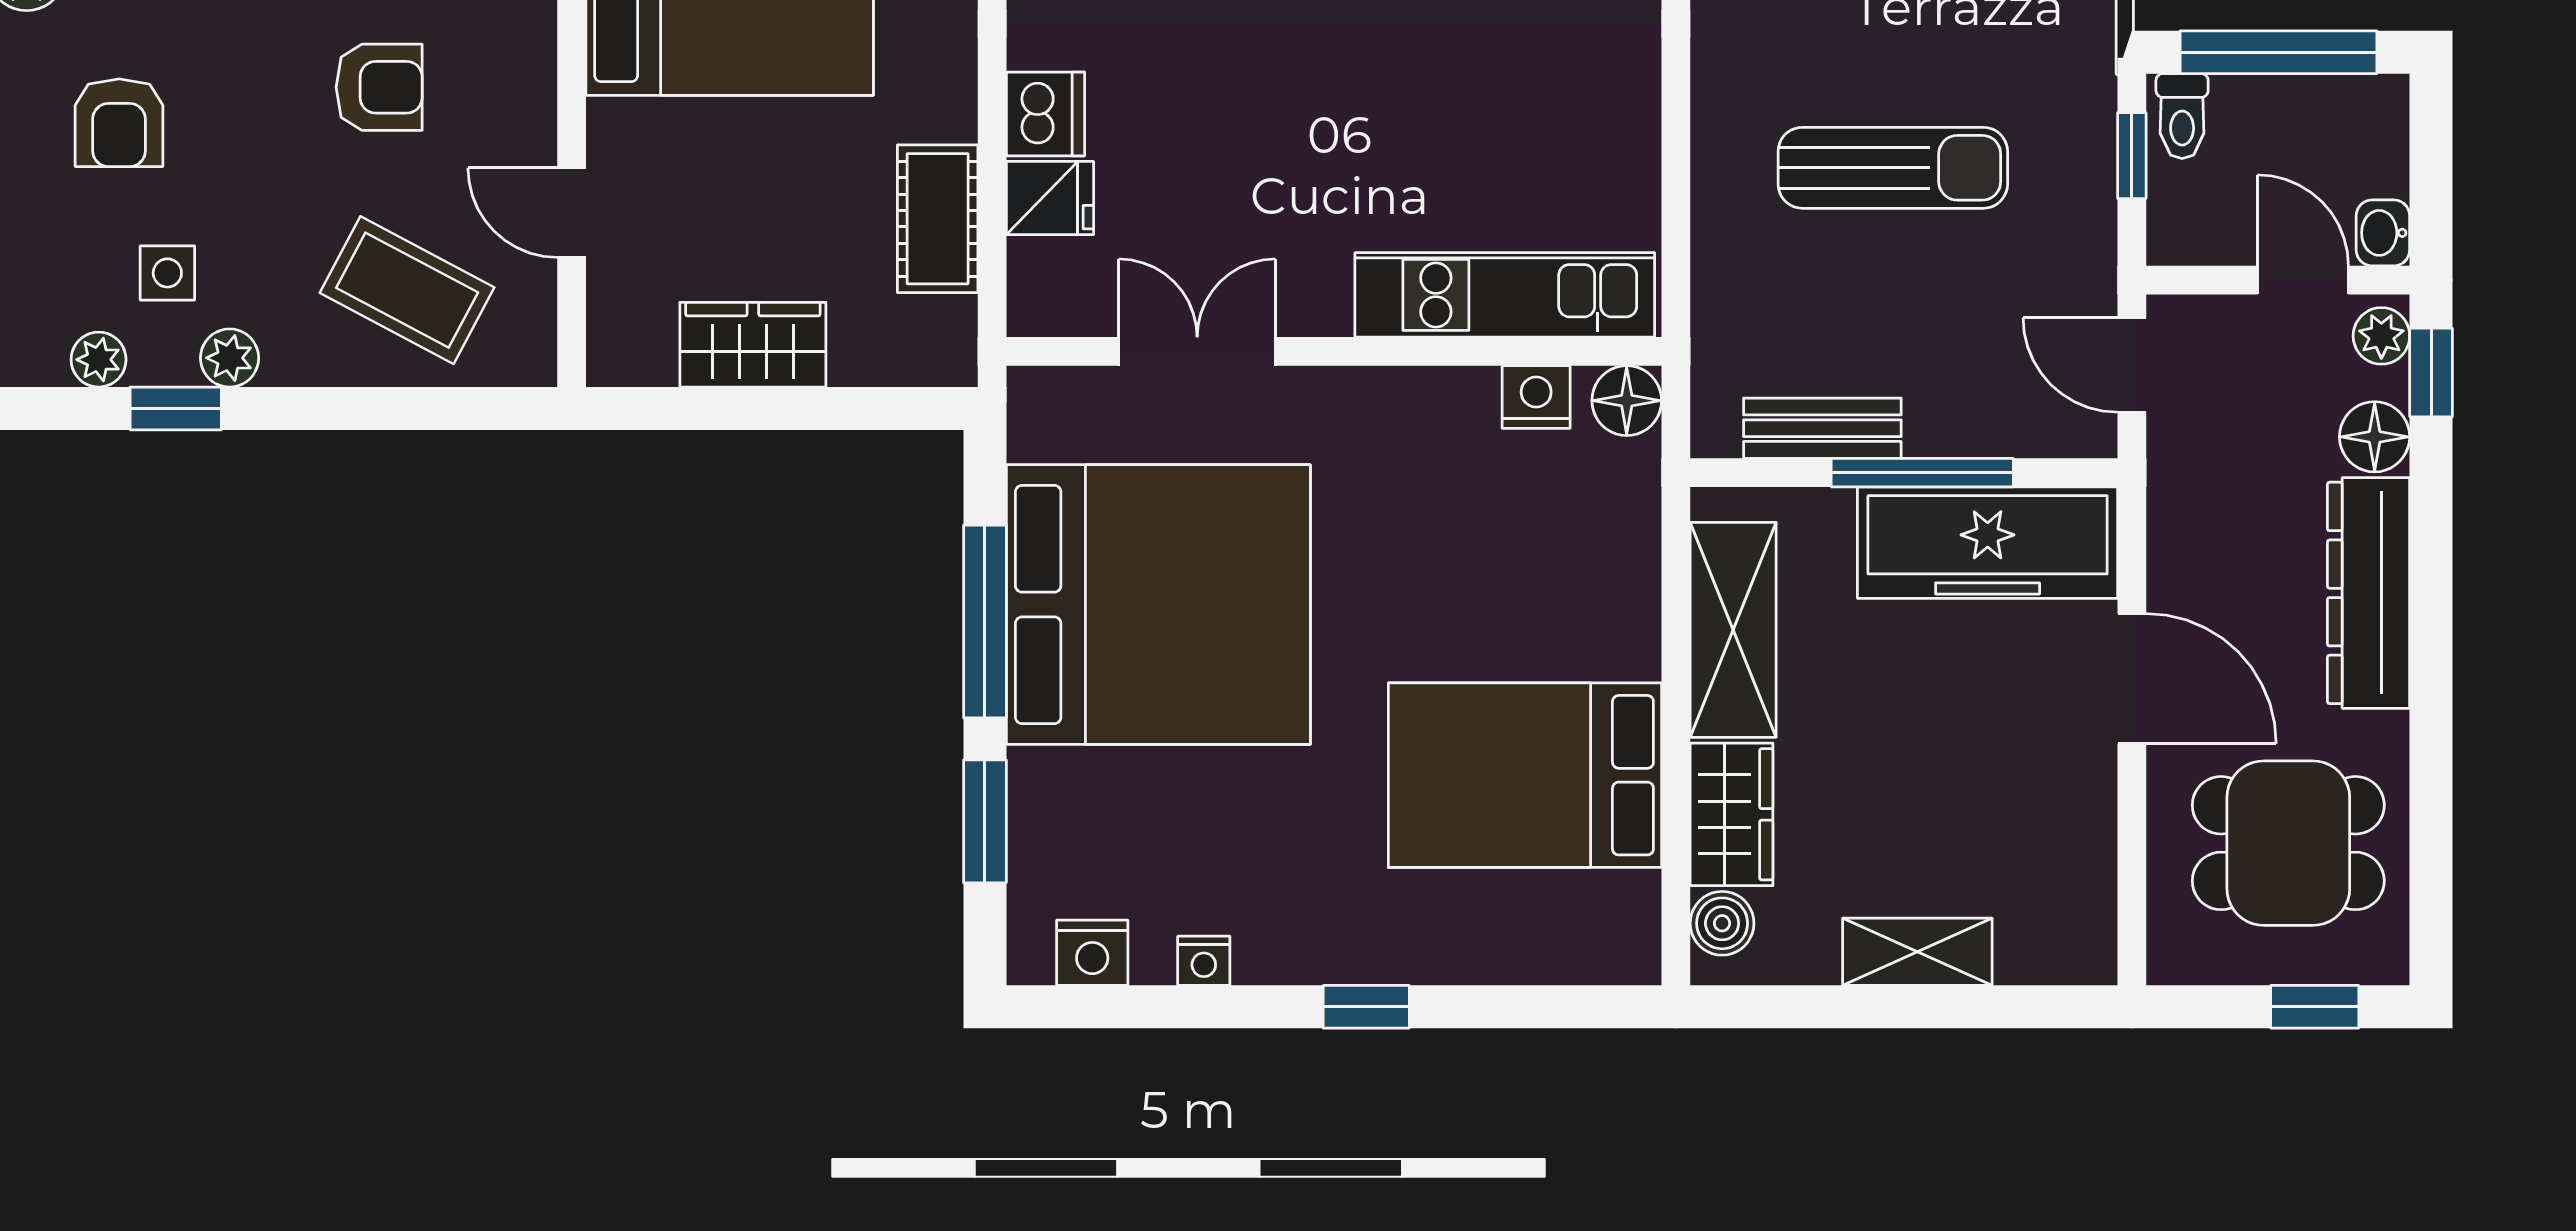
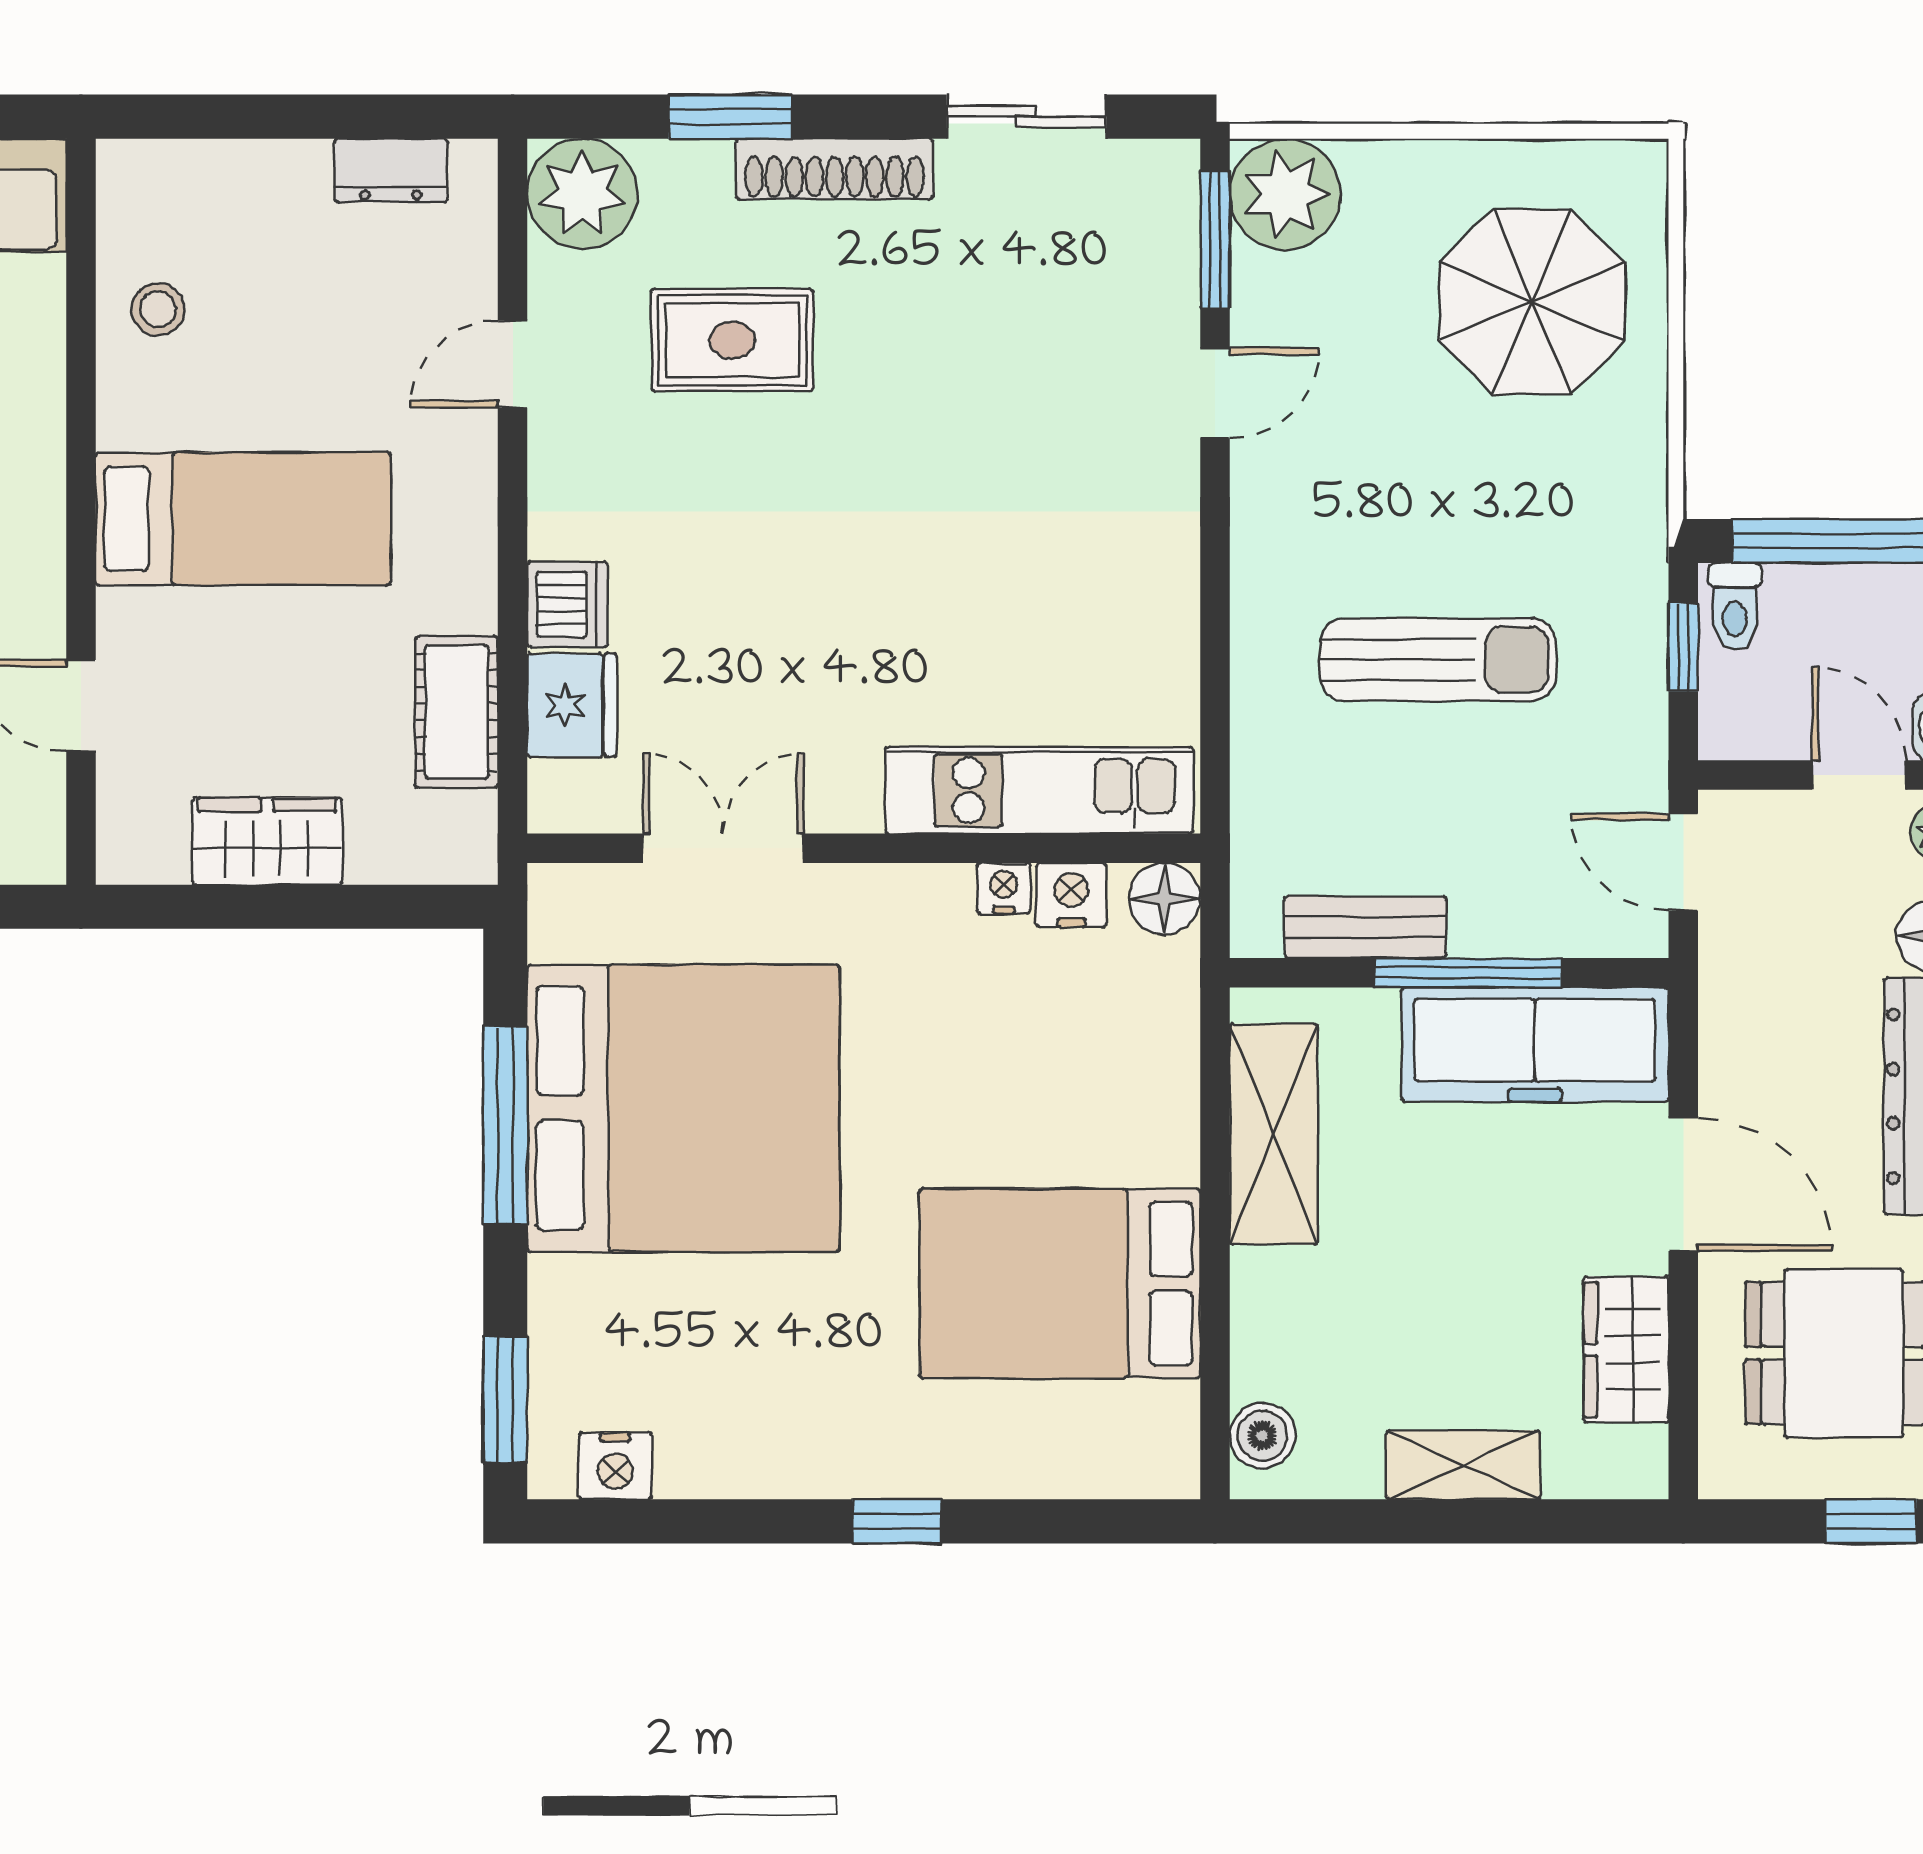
fridge: (1050, 198) -> (572, 705), width x1.38
wardrobe: (1732, 814) -> (1626, 1350), moved, turned 180
window: (985, 821) -> (505, 1400), moved
nightstand: (1204, 961) -> (1004, 888), moved, turned 180

